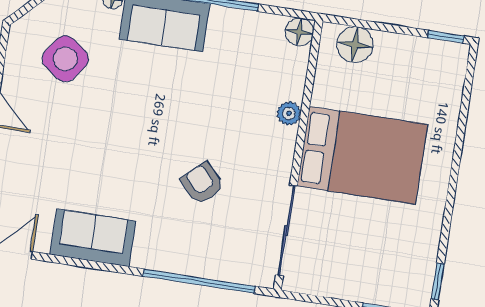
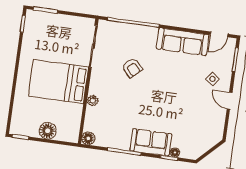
floor lamp: (355, 45) -> (48, 131), moved
side table: (65, 59) -> (213, 79), moved, width x0.54, depth x0.54
sofa: (93, 238) -> (183, 42), width x1.36

